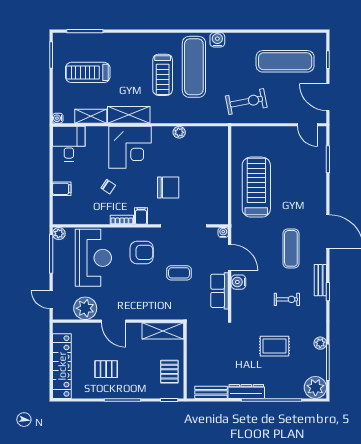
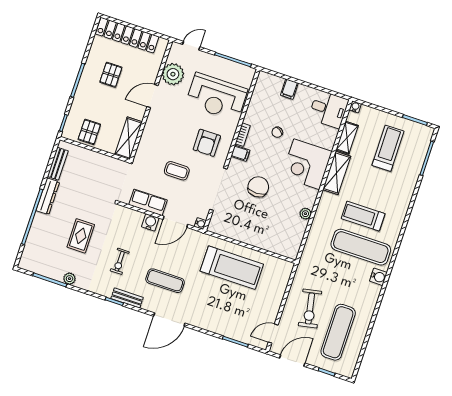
exercise bike: (246, 102) -> (310, 309), moved
chair: (168, 187) -> (258, 187), turned 180
plant: (59, 234) -> (249, 73), removed
coffee table: (179, 273) -> (177, 171), turned 90
pallet: (169, 372) -> (89, 132), turned 90
plant: (315, 387) -> (30, 261), removed

